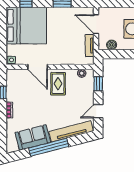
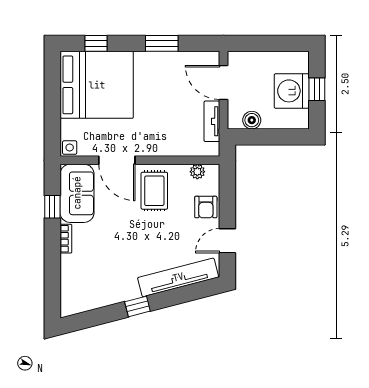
window: (98, 84) -> (227, 191), removed
armchair: (86, 93) -> (206, 207), added
sofa: (33, 137) -> (77, 193), moved, turned 105
window: (49, 147) -> (137, 306), width x0.32

